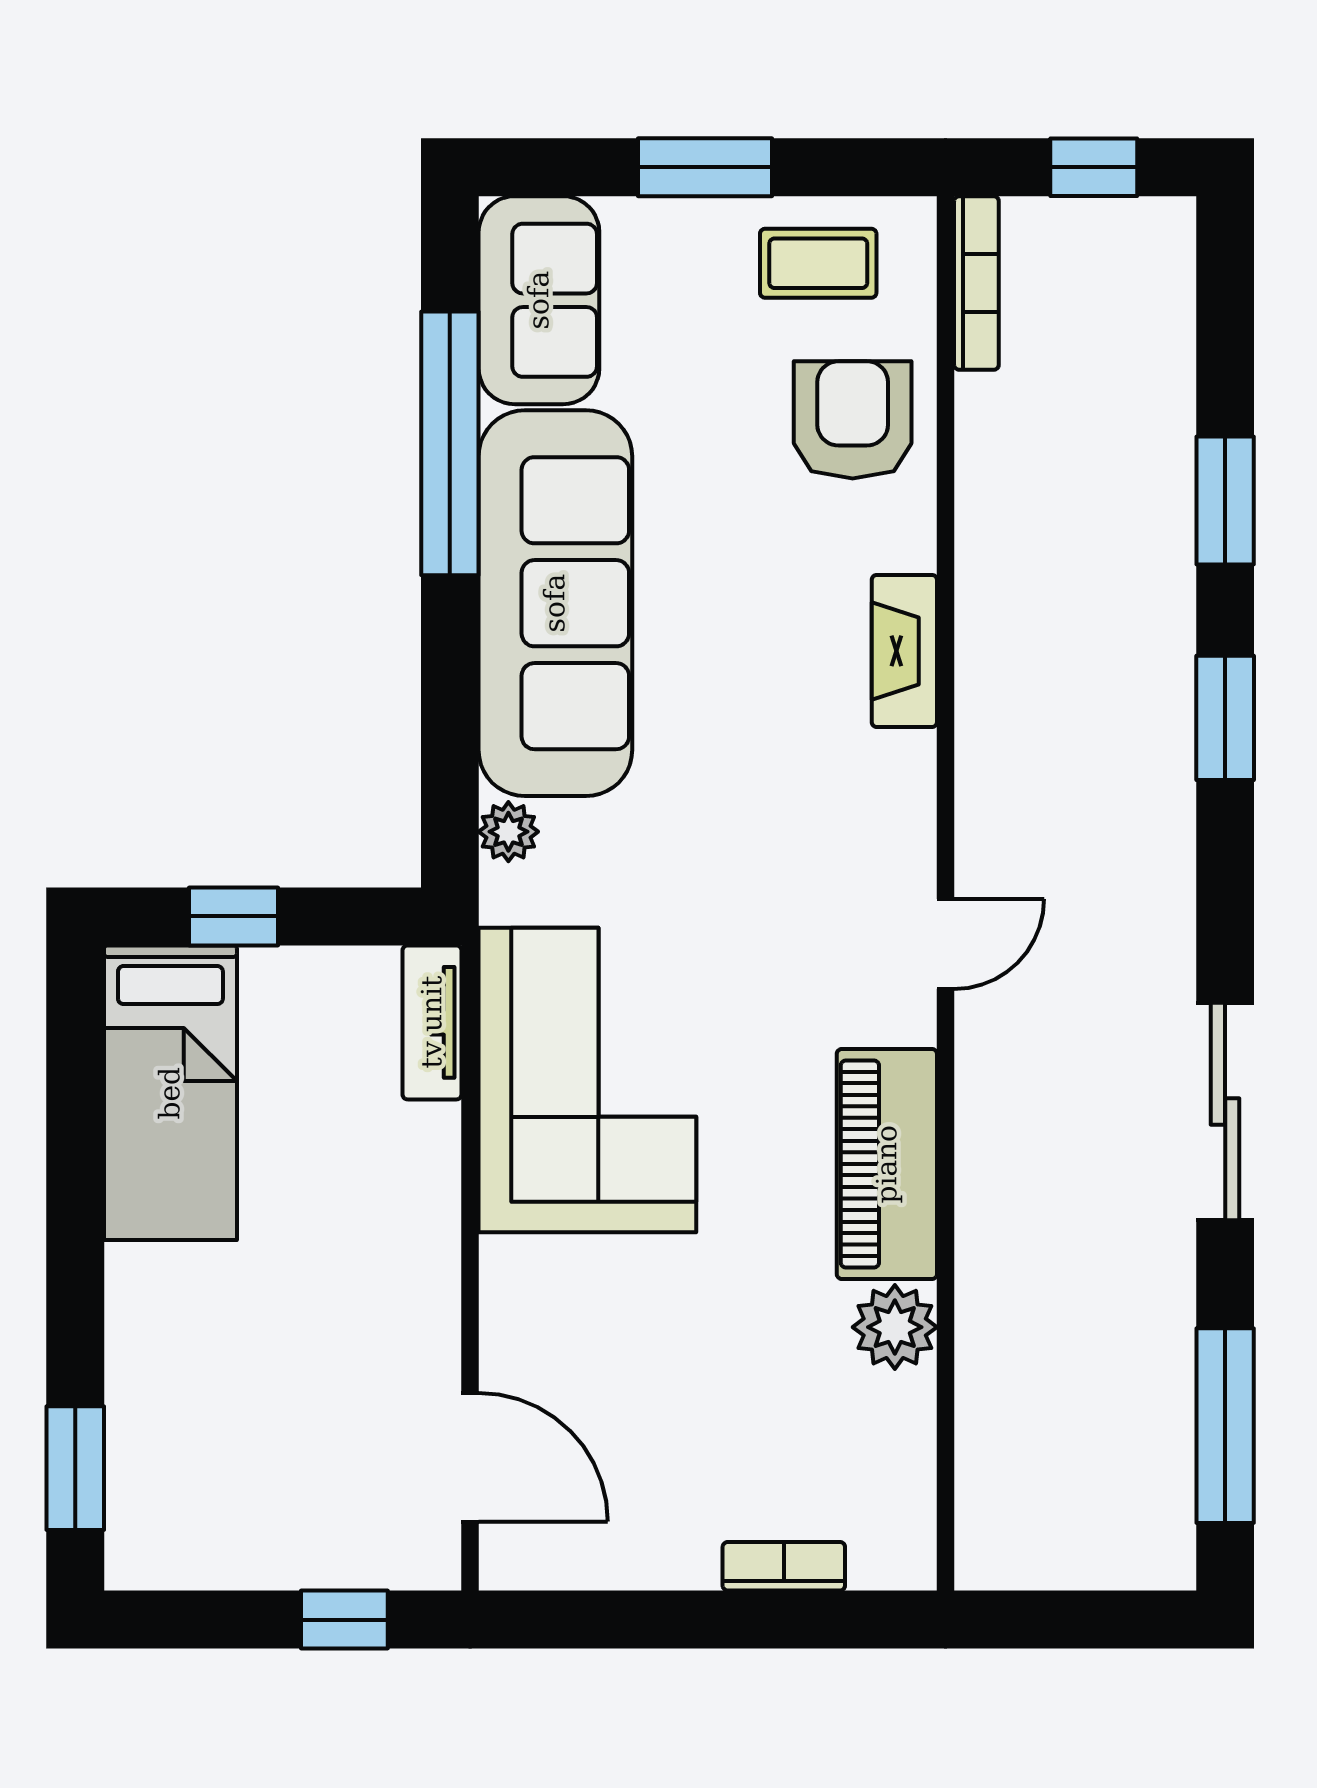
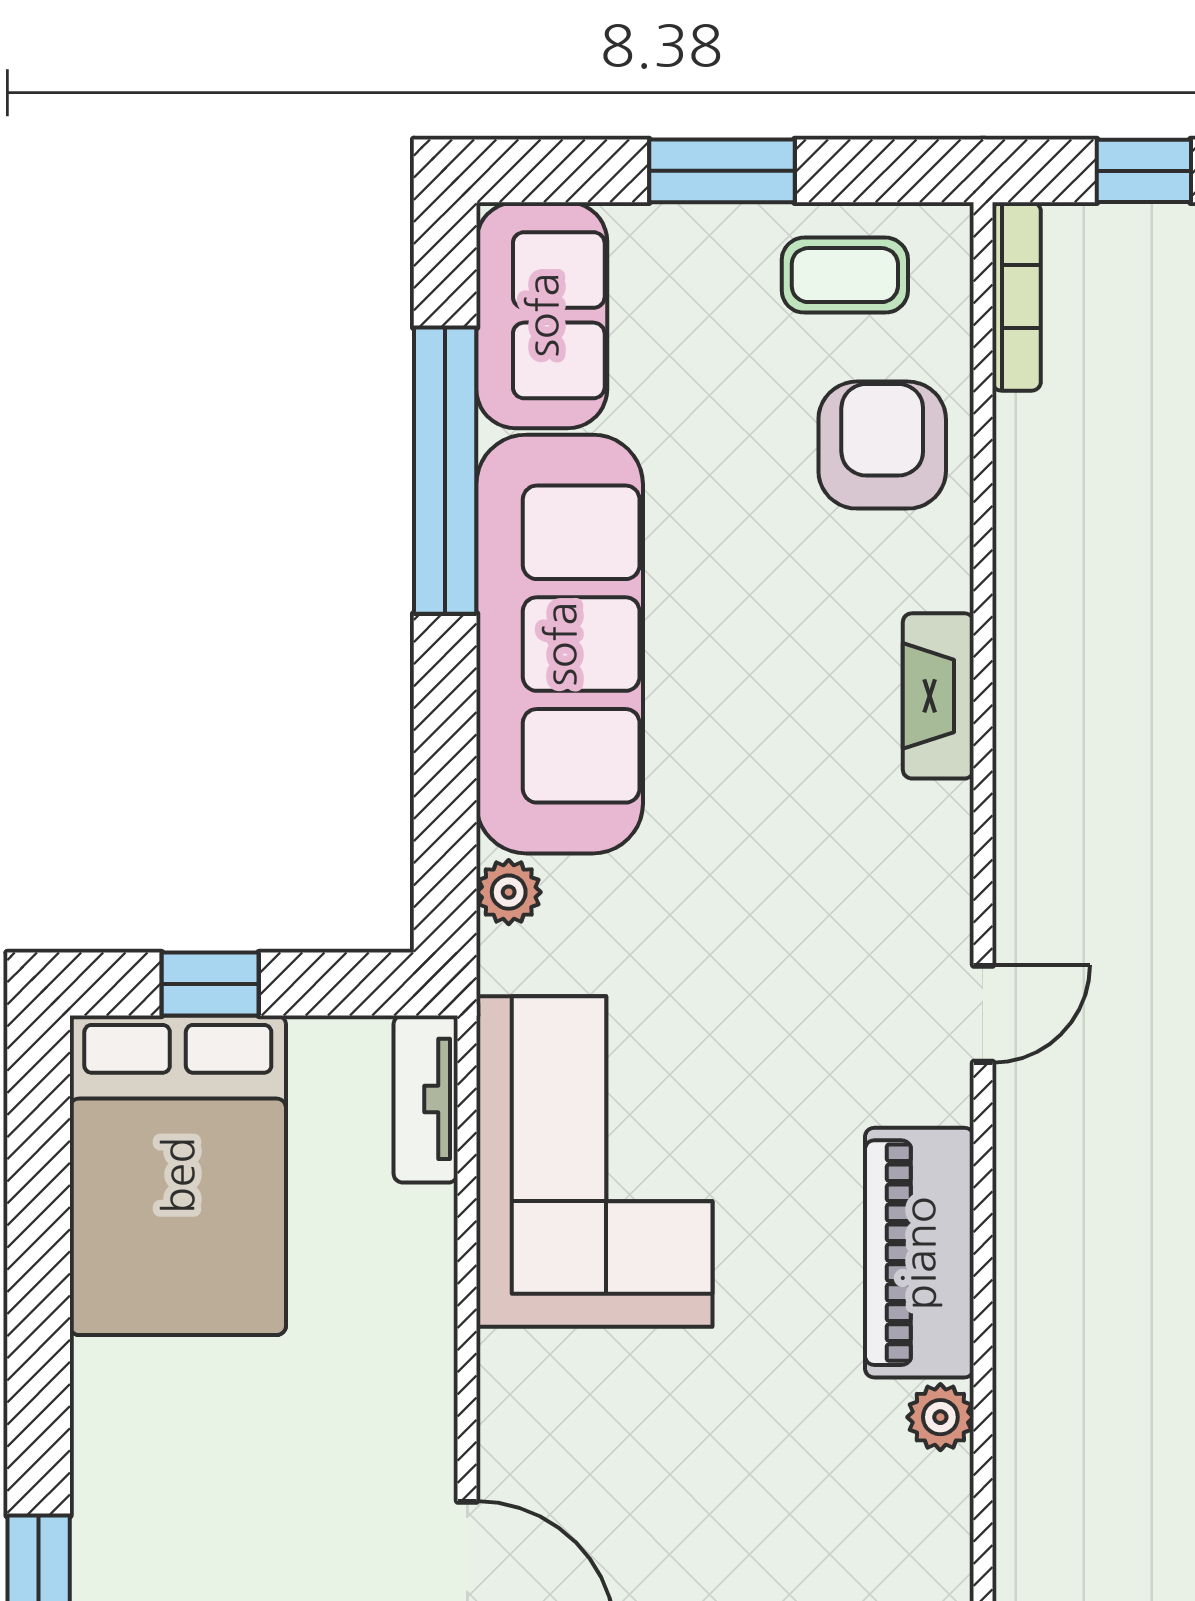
bed: (170, 1093) -> (178, 1175), width x1.50
plant: (895, 1327) -> (940, 1417), width x0.73, depth x0.73

